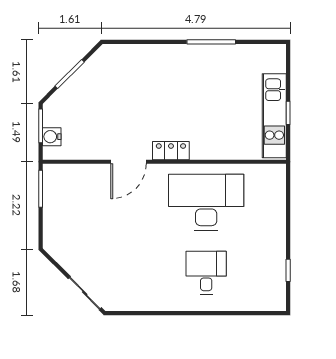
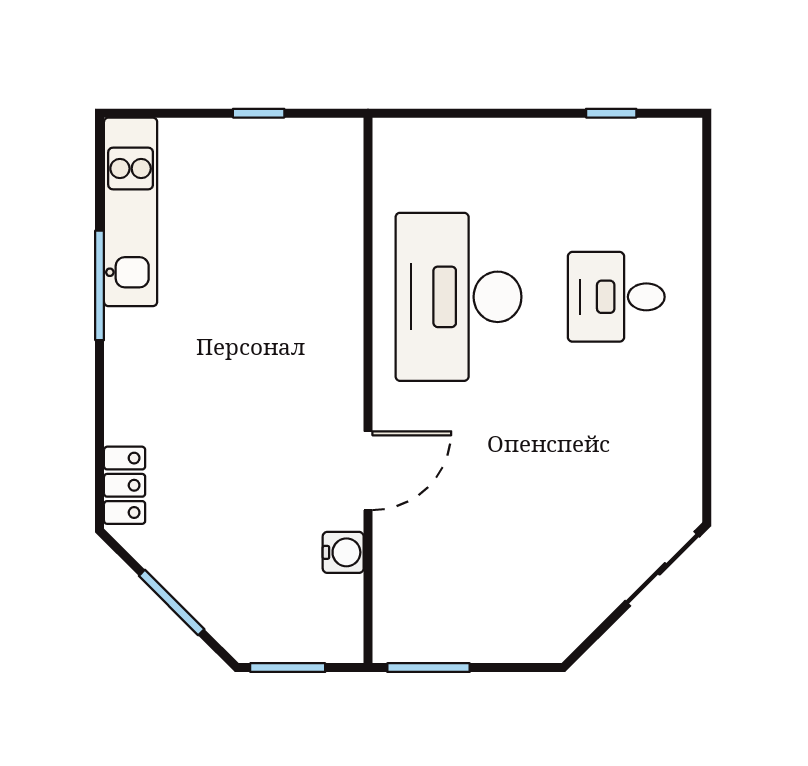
kitchen unit: (274, 116) -> (131, 212), moved, turned -90
water cooler: (52, 137) -> (343, 552), moved, turned -90
locker: (171, 151) -> (125, 485), moved, turned 180
door: (128, 162) -> (368, 471), hinge flipped

